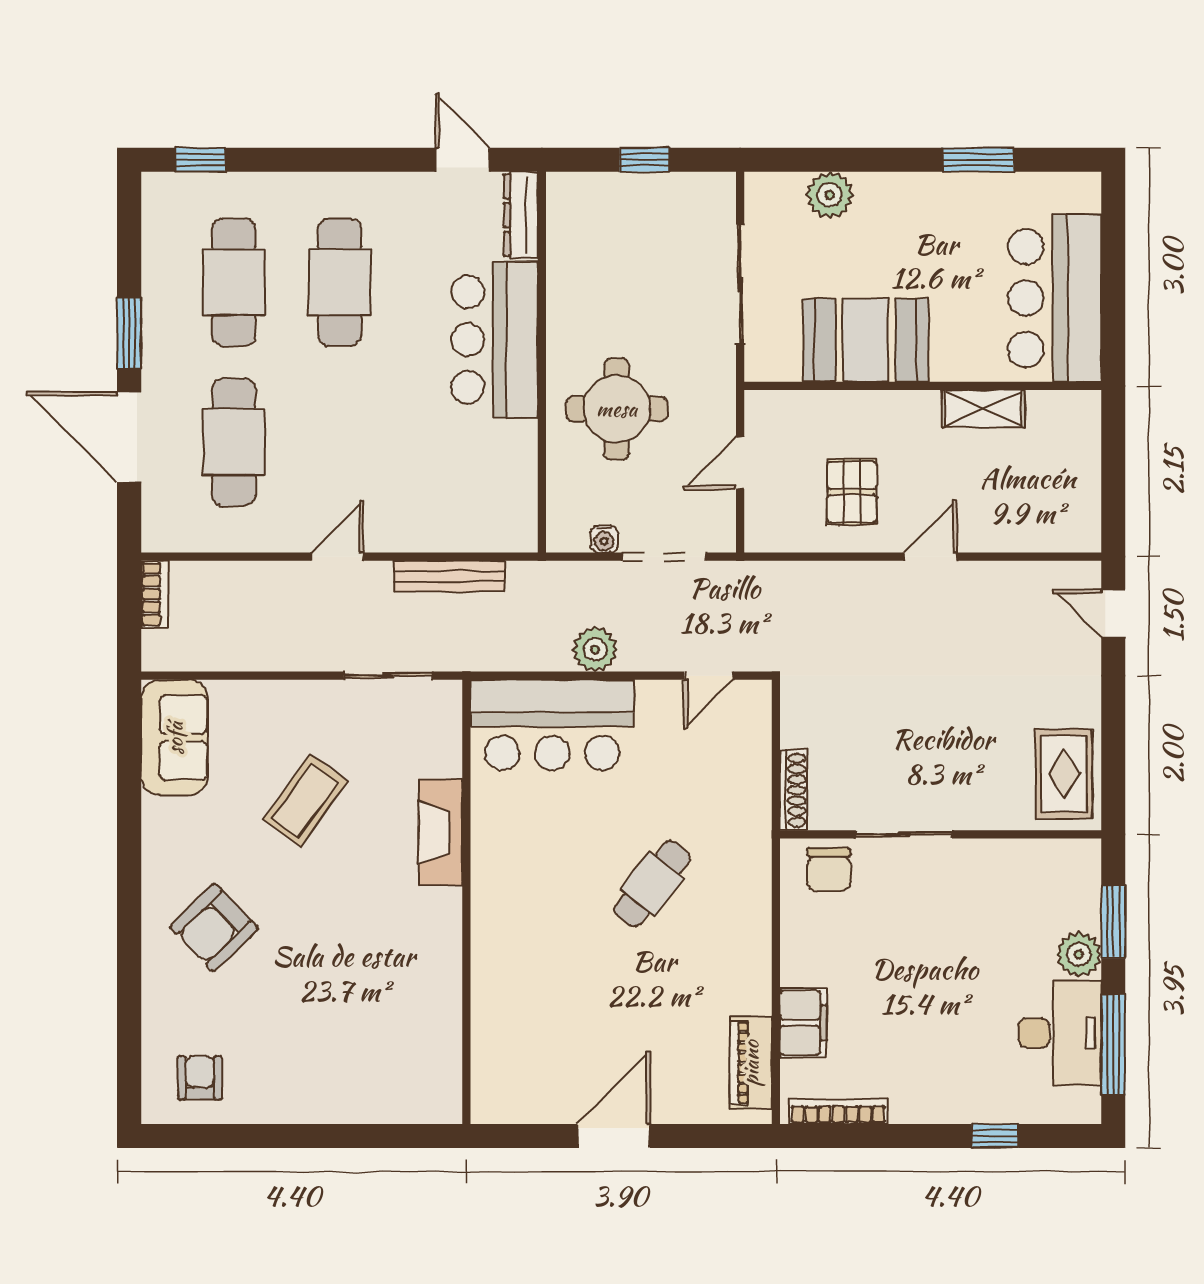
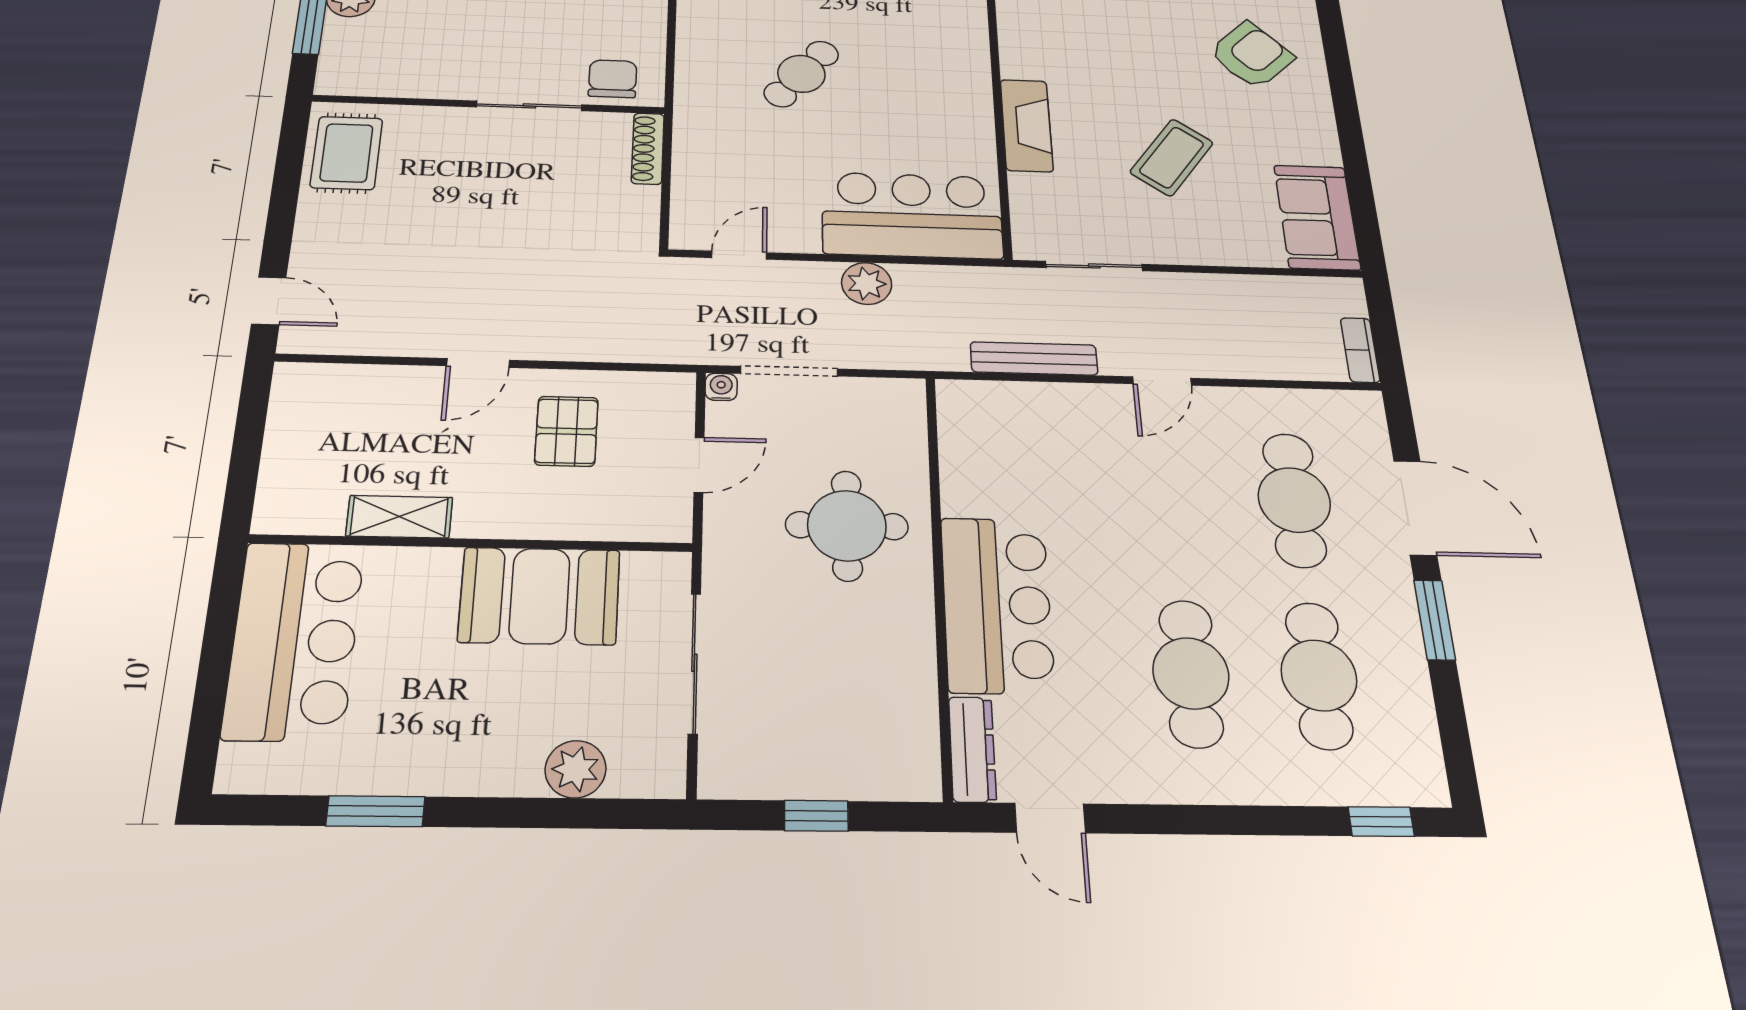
water cooler: (604, 539) -> (721, 387), moved

